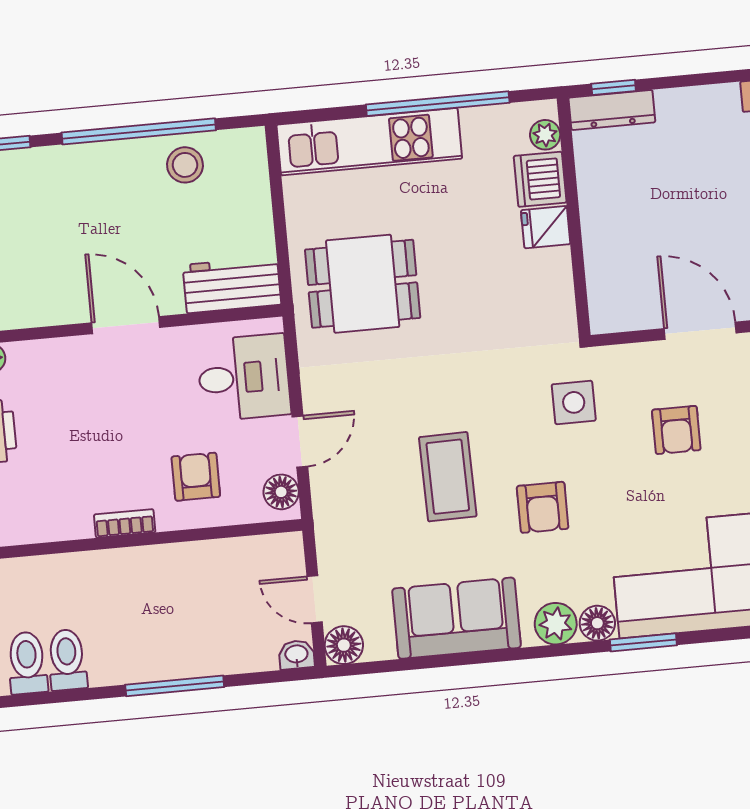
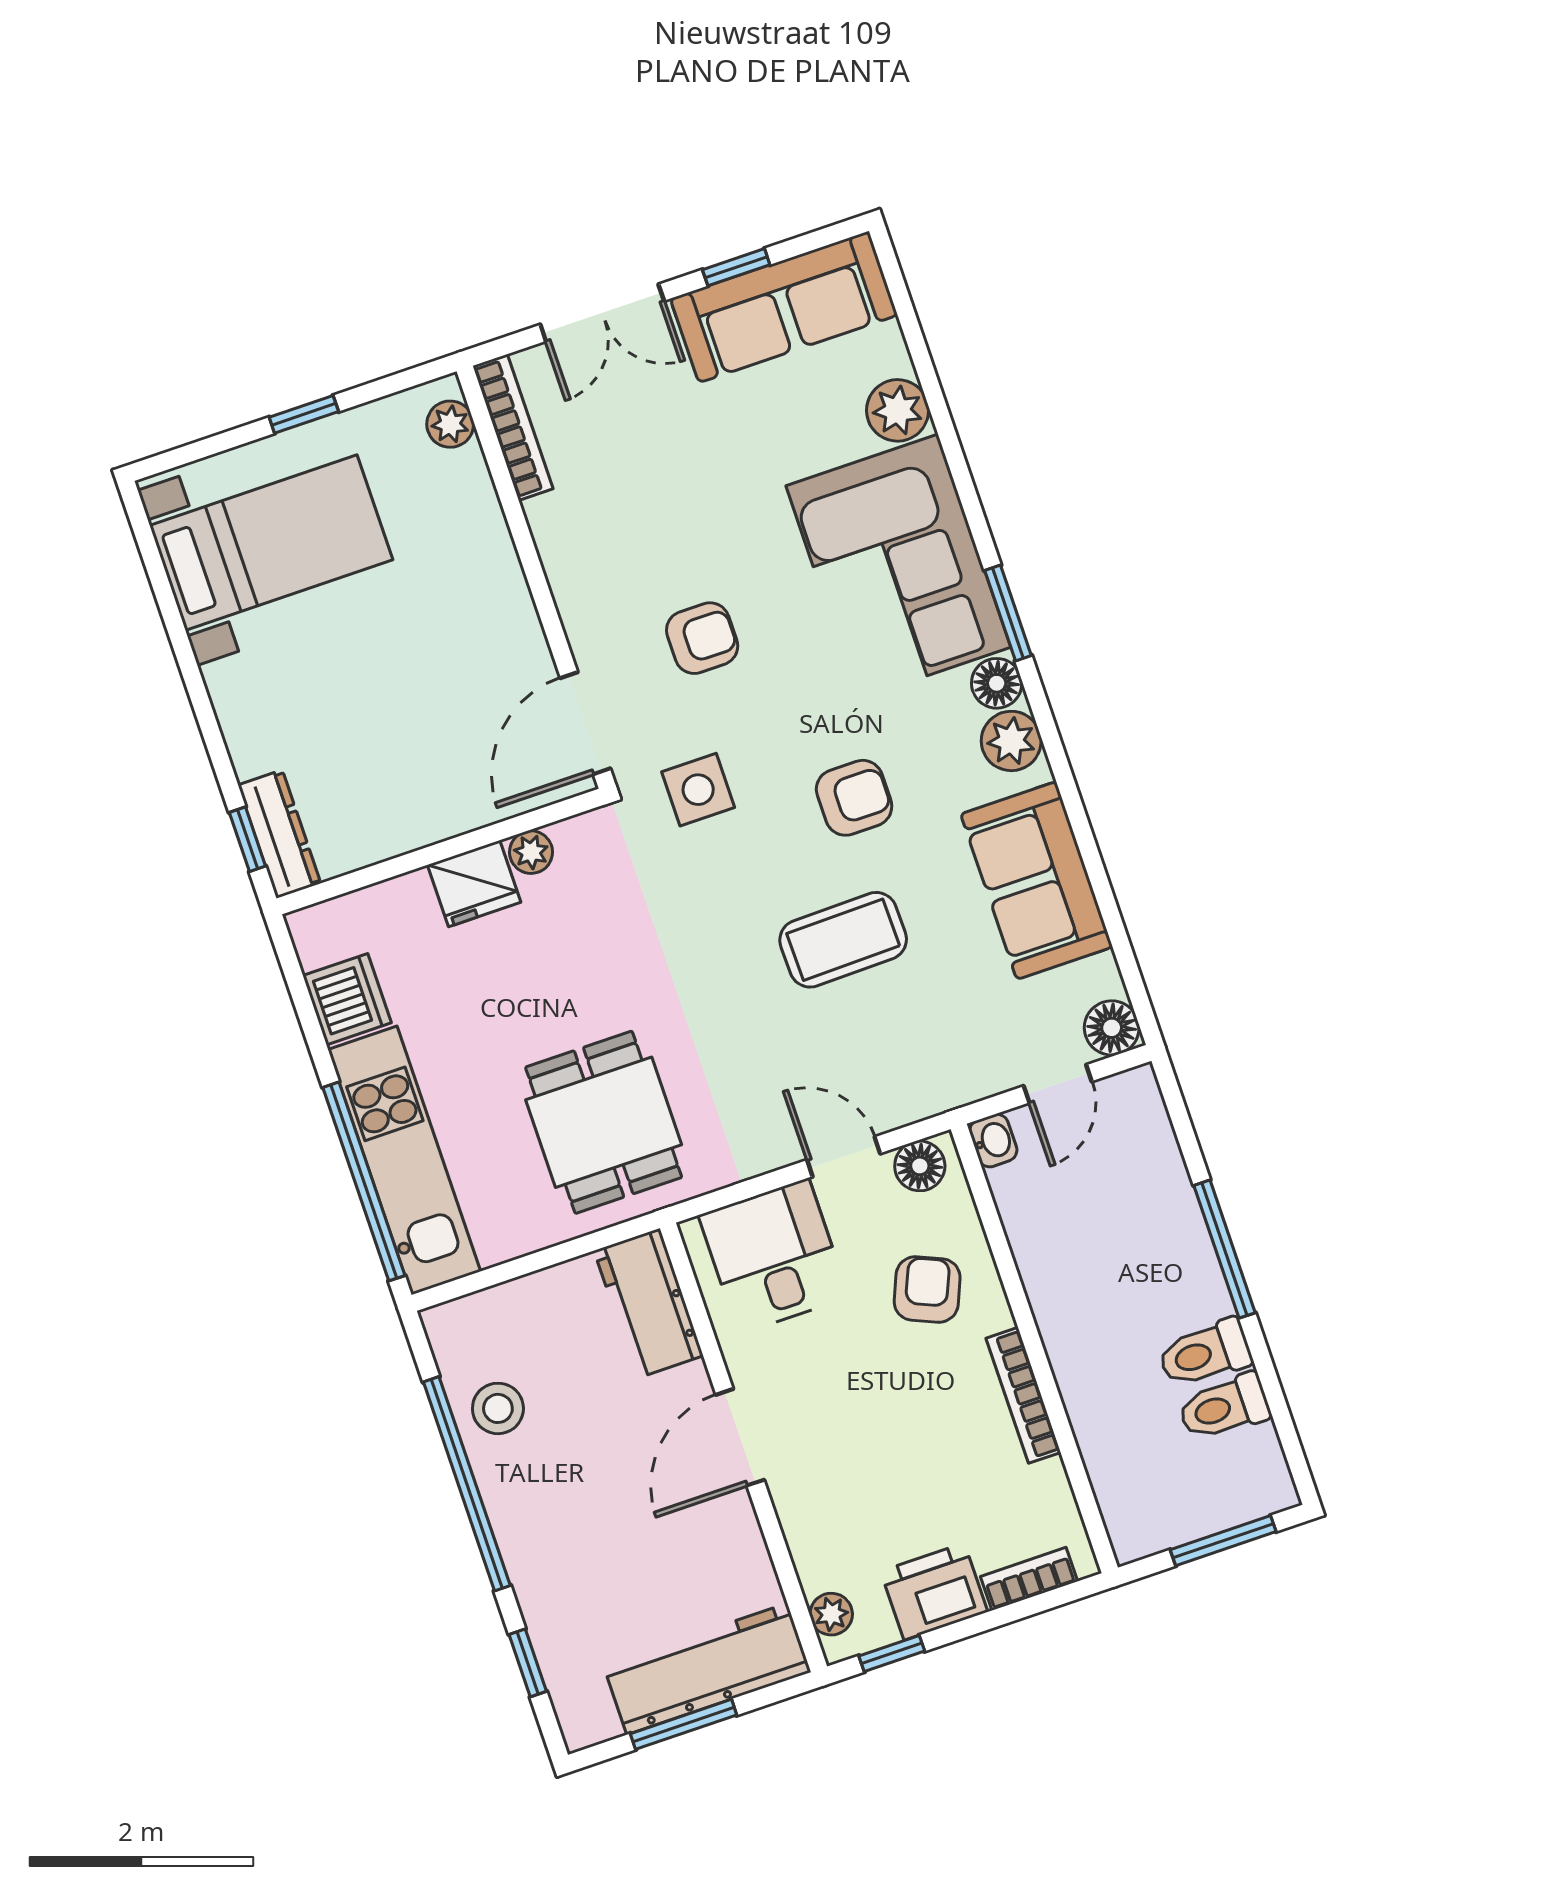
window: (438, 104) -> (364, 1181), moved
plant: (545, 135) -> (531, 852), moved
dishwasher: (540, 179) -> (347, 999), moved, turned -90
fridge: (546, 227) -> (474, 884), width x1.38
door: (700, 331) -> (585, 723), moved
armchair: (196, 477) -> (927, 1290), turned 113
bookcase: (125, 523) -> (1023, 1395), width x1.56
washbasin: (297, 655) -> (993, 1141), moved, turned 180
toilet: (27, 663) -> (1205, 1353), moved

